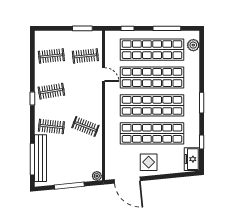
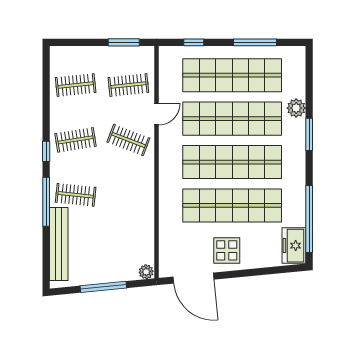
plant: (193, 45) -> (296, 108), moved
door: (103, 75) -> (156, 114), hinge flipped
window: (202, 103) -> (309, 134), moved
clothes rail: (85, 126) -> (128, 140), moved
window: (202, 142) -> (309, 219), width x3.17
window: (32, 159) -> (46, 202), moved

